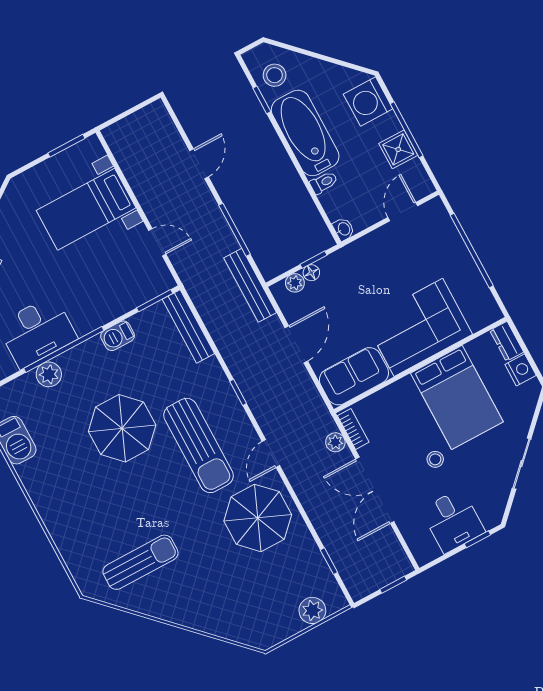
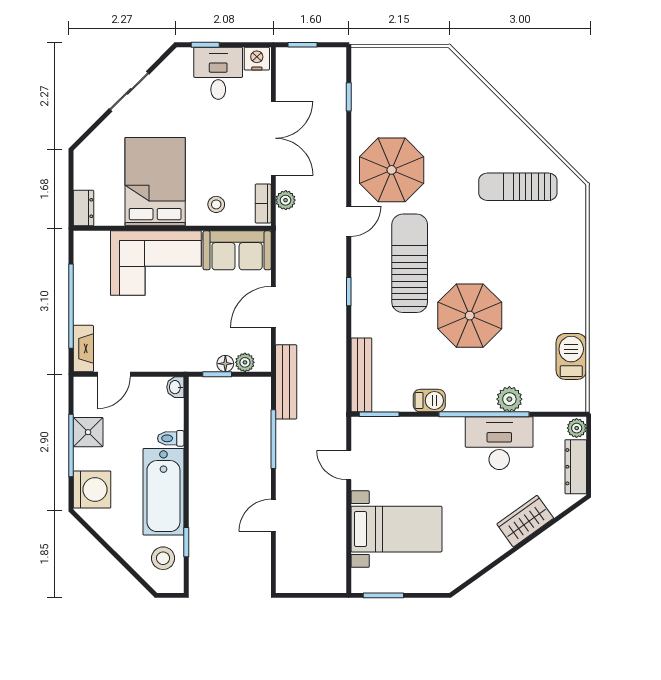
fireplace: (441, 220) -> (83, 349), added
nightstand: (521, 370) -> (257, 59), moved, turned 90
stool: (435, 459) -> (216, 204), moved
plant: (312, 610) -> (387, 61), removed

